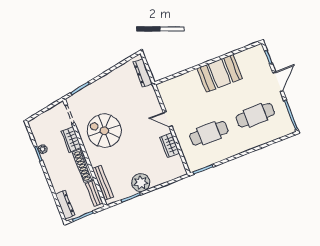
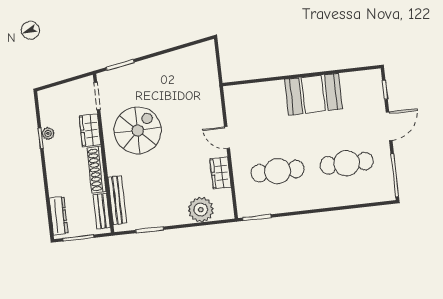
dresser: (143, 73) -> (210, 66), removed
spiral stairs: (104, 131) -> (138, 130), turned 90
plant: (141, 183) -> (201, 210), moved

